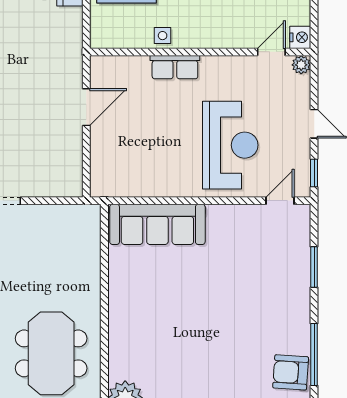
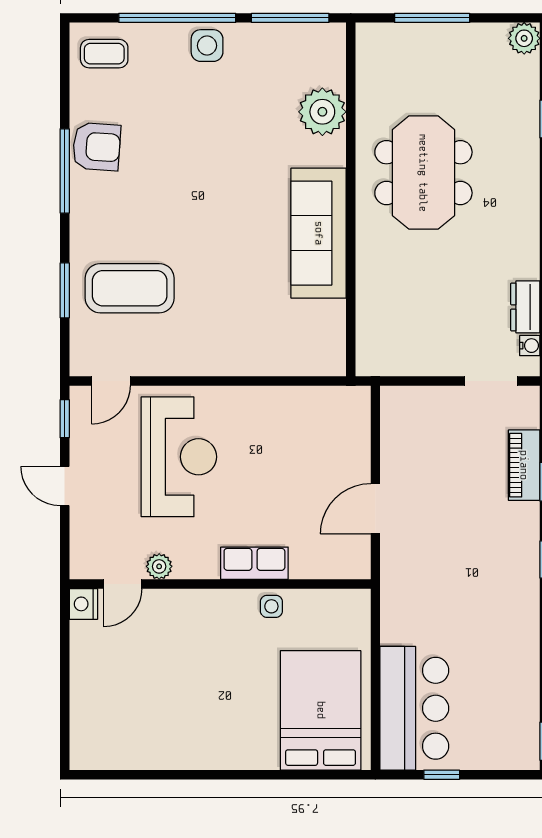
plant: (301, 65) -> (159, 566), moved
reception desk: (230, 145) -> (179, 457), turned 180
sofa: (157, 224) -> (319, 233), moved, turned -90
coffee table: (266, 269) -> (130, 288), added

